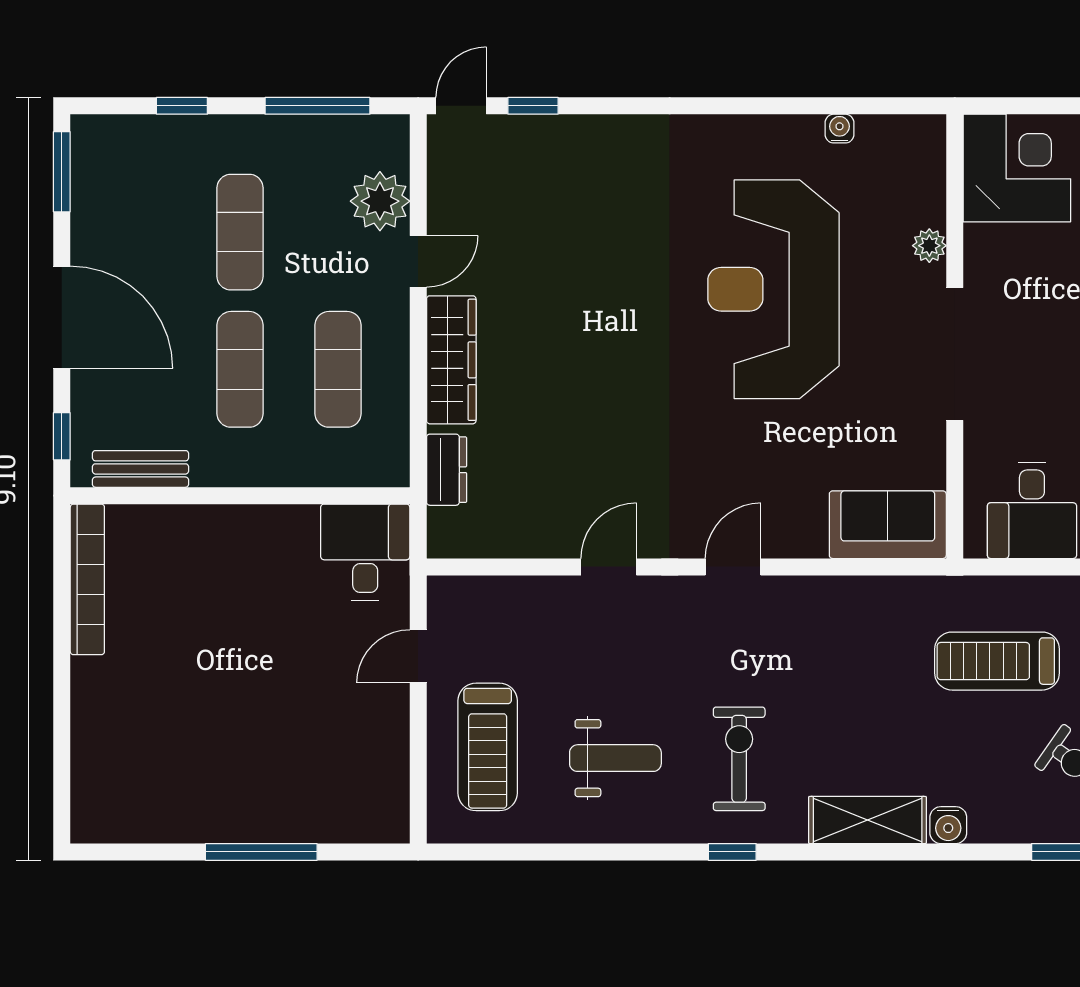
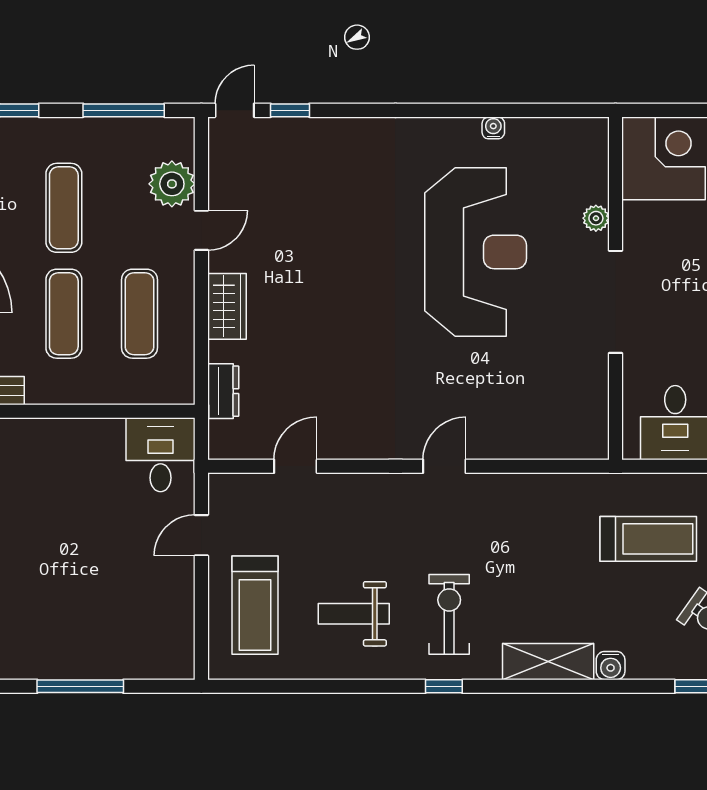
water cooler: (840, 129) -> (493, 128), moved
reception desk: (773, 289) -> (476, 252), turned 180
wardrobe: (451, 360) -> (227, 306), width x0.67
sofa: (888, 525) -> (564, 434), removed
door: (609, 567) -> (295, 466), moved
treadmill: (997, 661) -> (648, 539), turned 180
weight bench: (615, 758) -> (354, 614), turned 180

